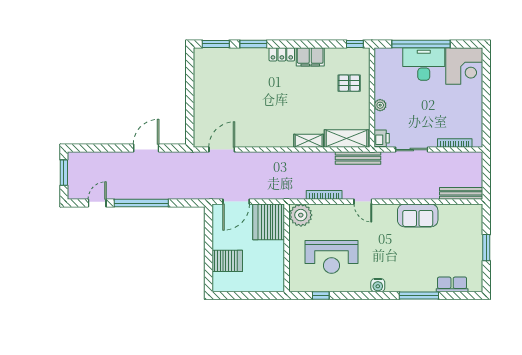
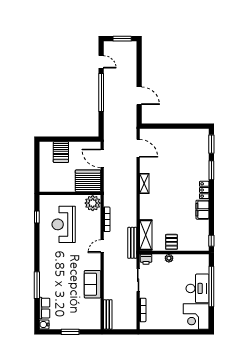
pallet: (349, 83) -> (171, 242), moved
shelving: (309, 141) -> (144, 183), moved
water cooler: (378, 285) -> (44, 325), moved

